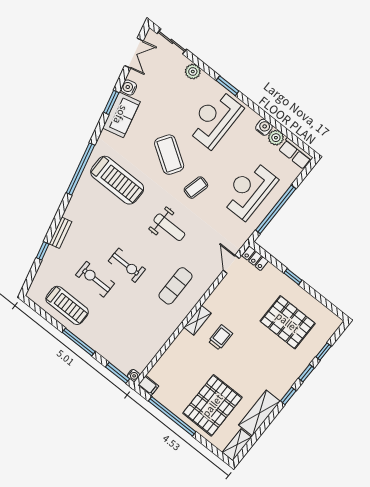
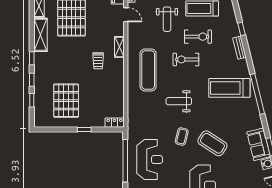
treadmill: (117, 180) -> (229, 88), moved
door: (231, 264) -> (126, 15), moved
exercise mat: (175, 286) -> (148, 70), width x1.36, depth x1.45
shelving: (197, 320) -> (119, 47), moved
pallet: (288, 322) -> (66, 101), turned 90
weight bench: (113, 324) -> (167, 19), added

